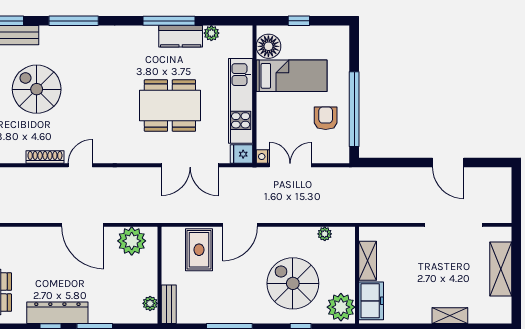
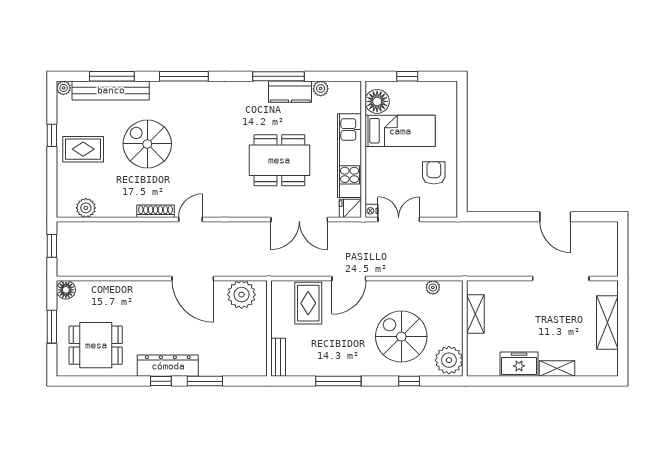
window: (354, 109) -> (462, 164), removed
freezer: (371, 301) -> (519, 364), moved, turned -90
plant: (150, 303) -> (260, 356), removed

